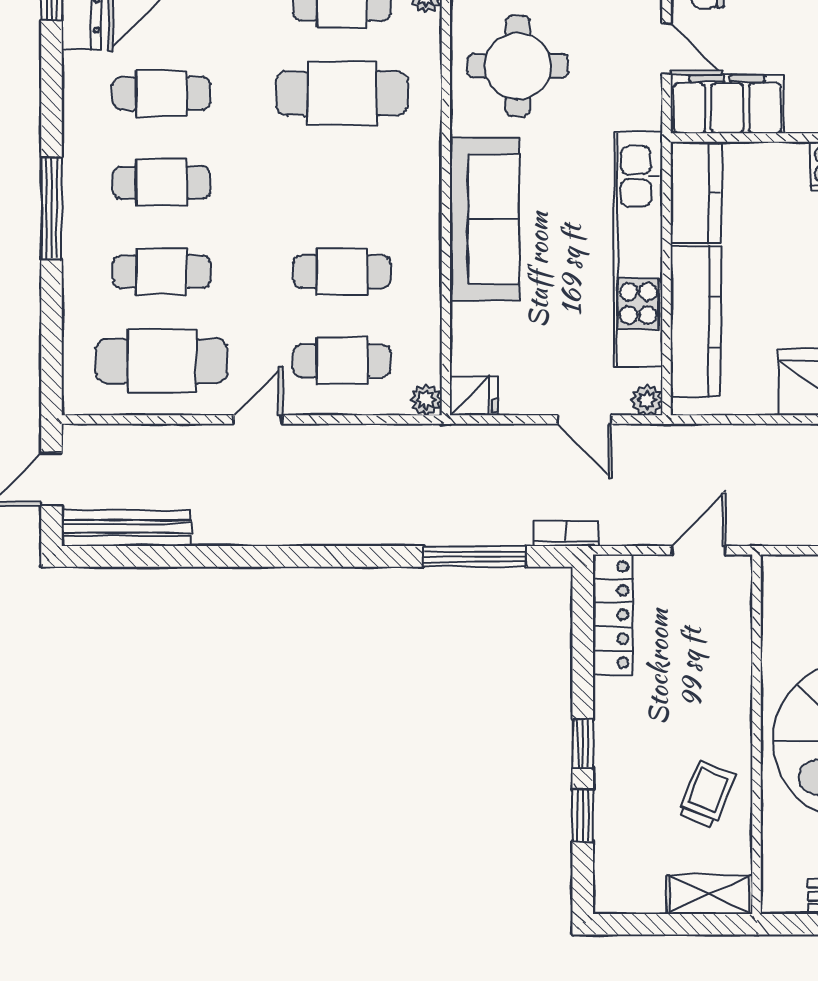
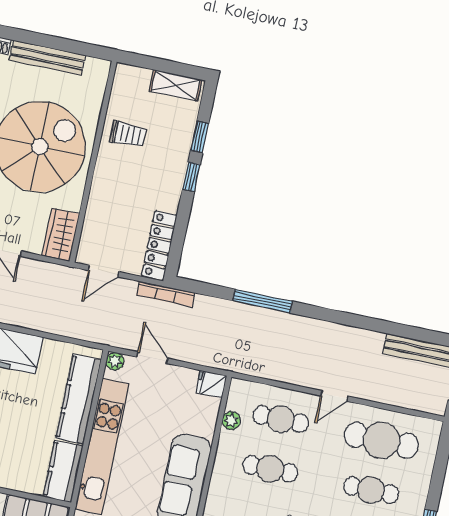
plant: (426, 400) -> (231, 421), moved
bookcase: (566, 533) -> (166, 294), width x1.56
window: (475, 556) -> (263, 301), moved
wardrobe: (785, 597) -> (61, 235), added
trolley: (706, 794) -> (128, 134), turned -112
shelving: (709, 895) -> (176, 85), moved

